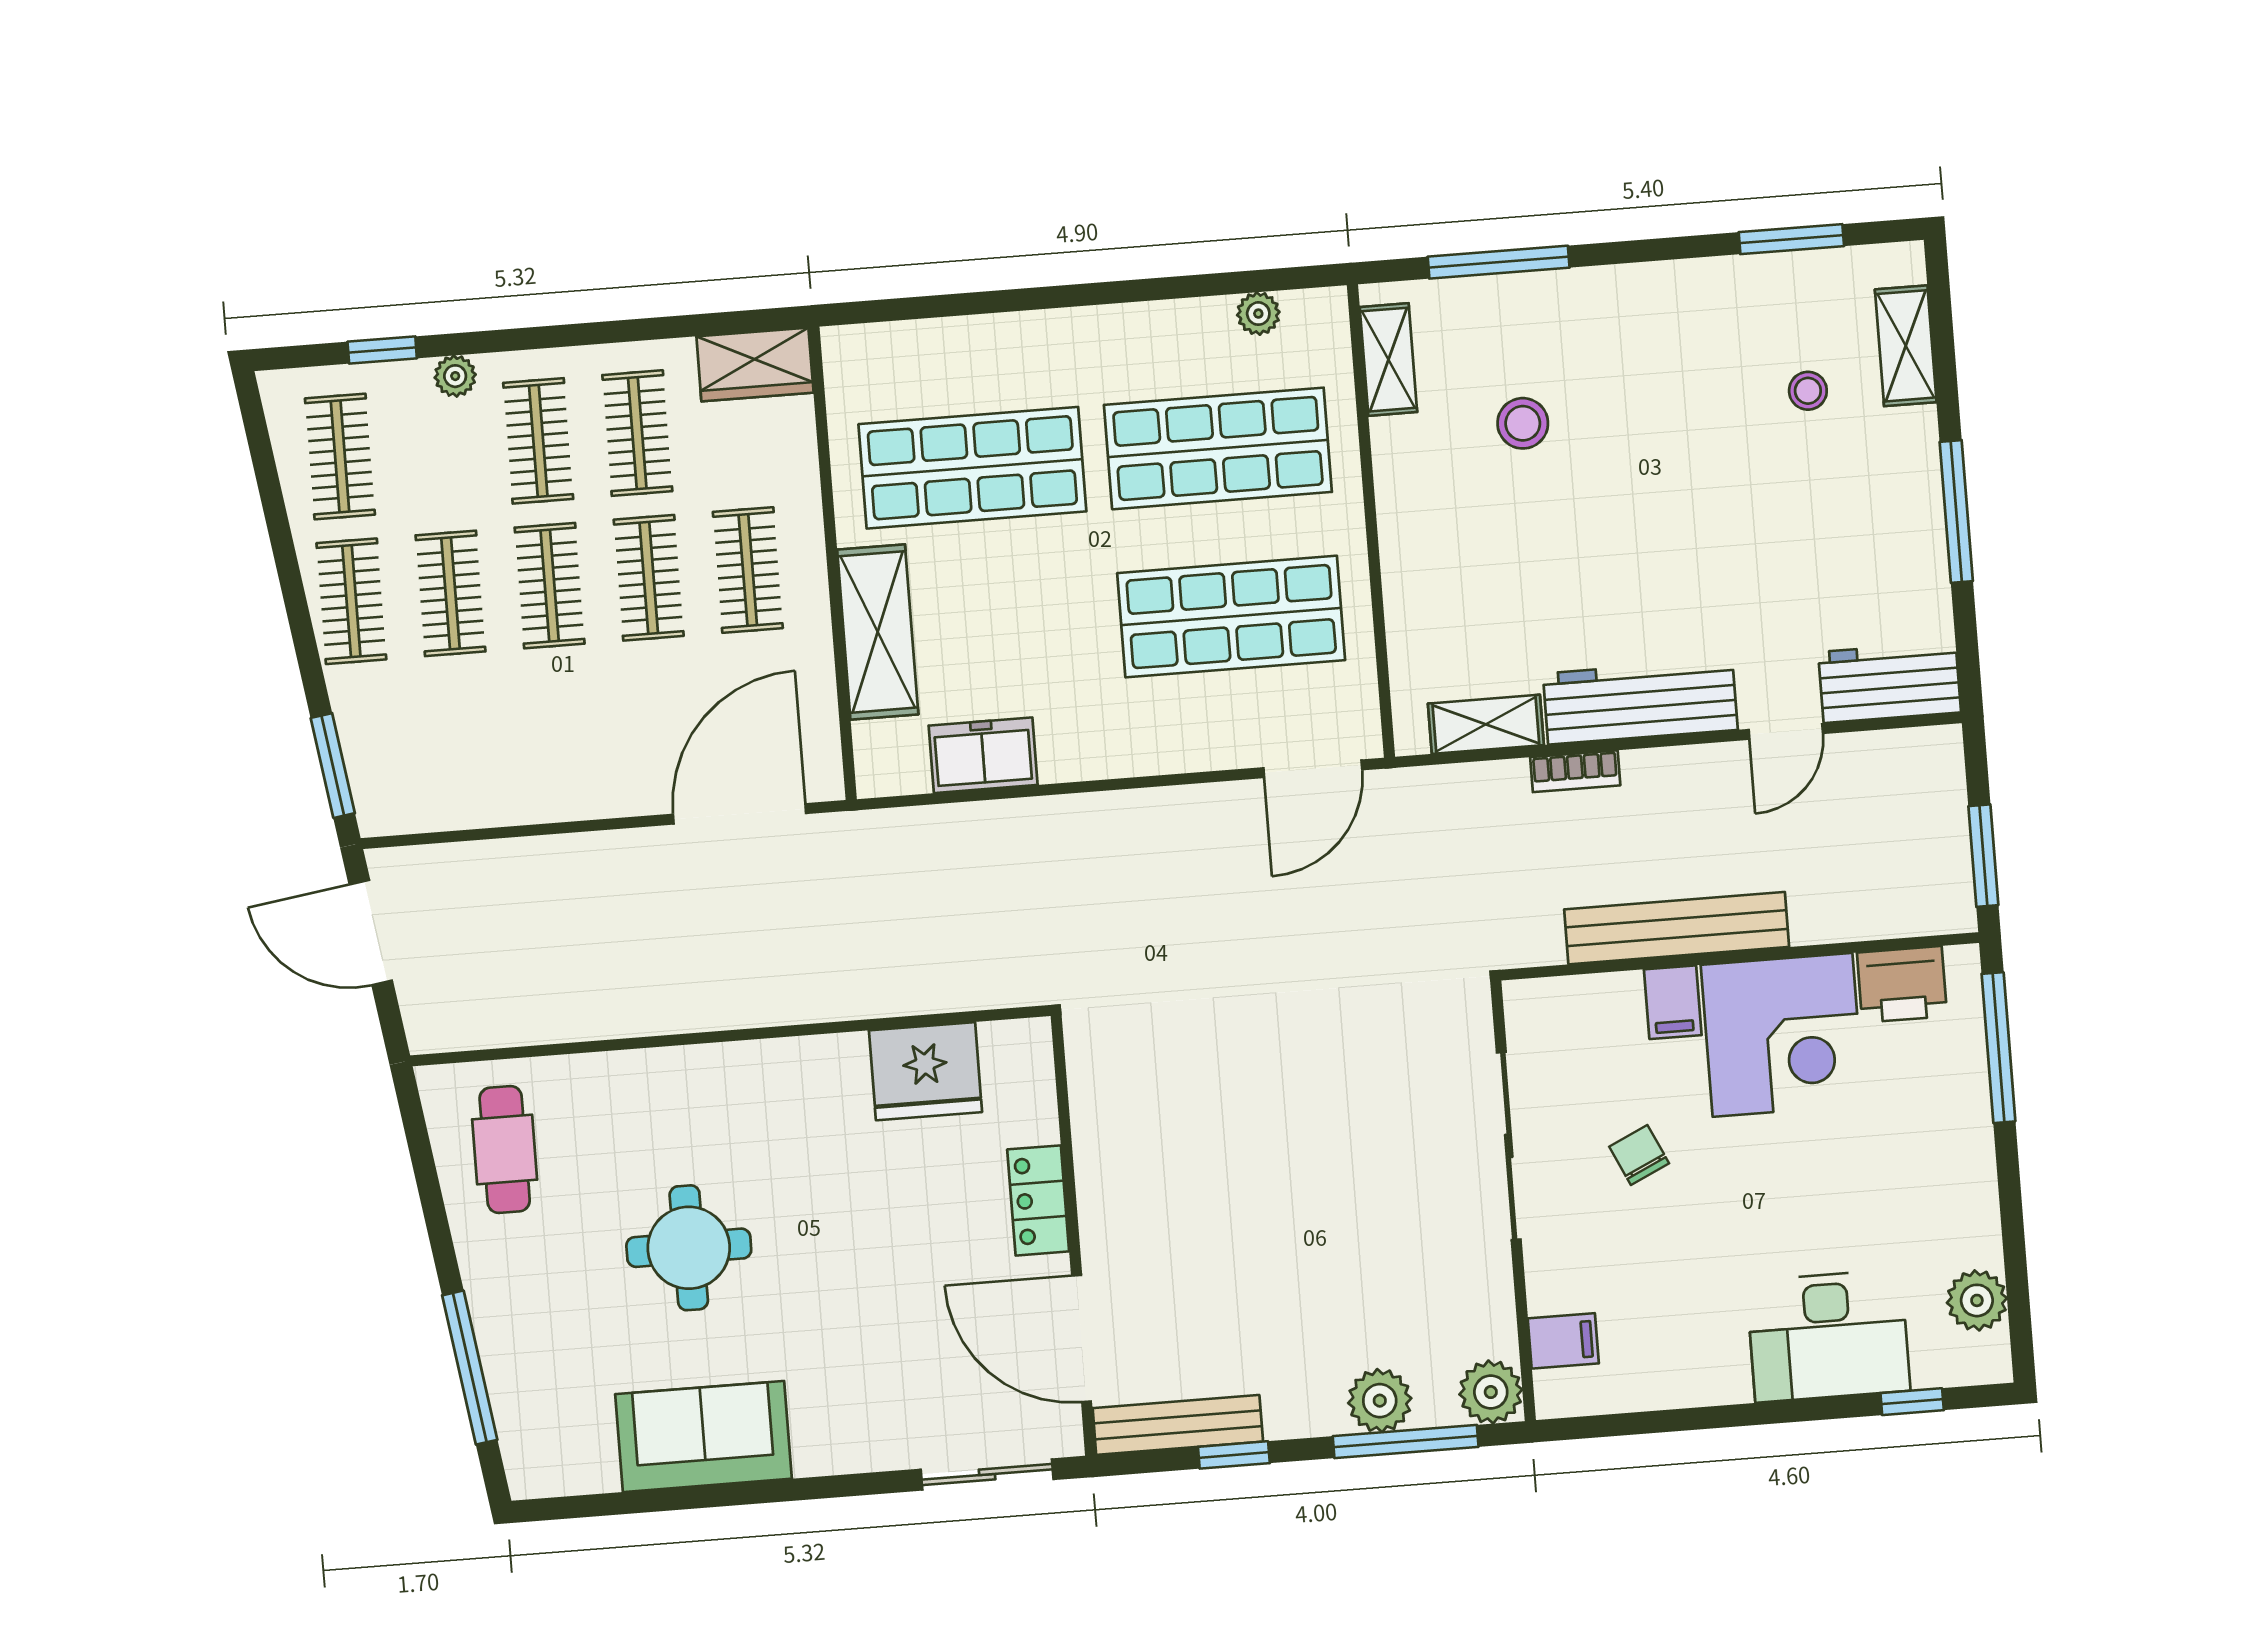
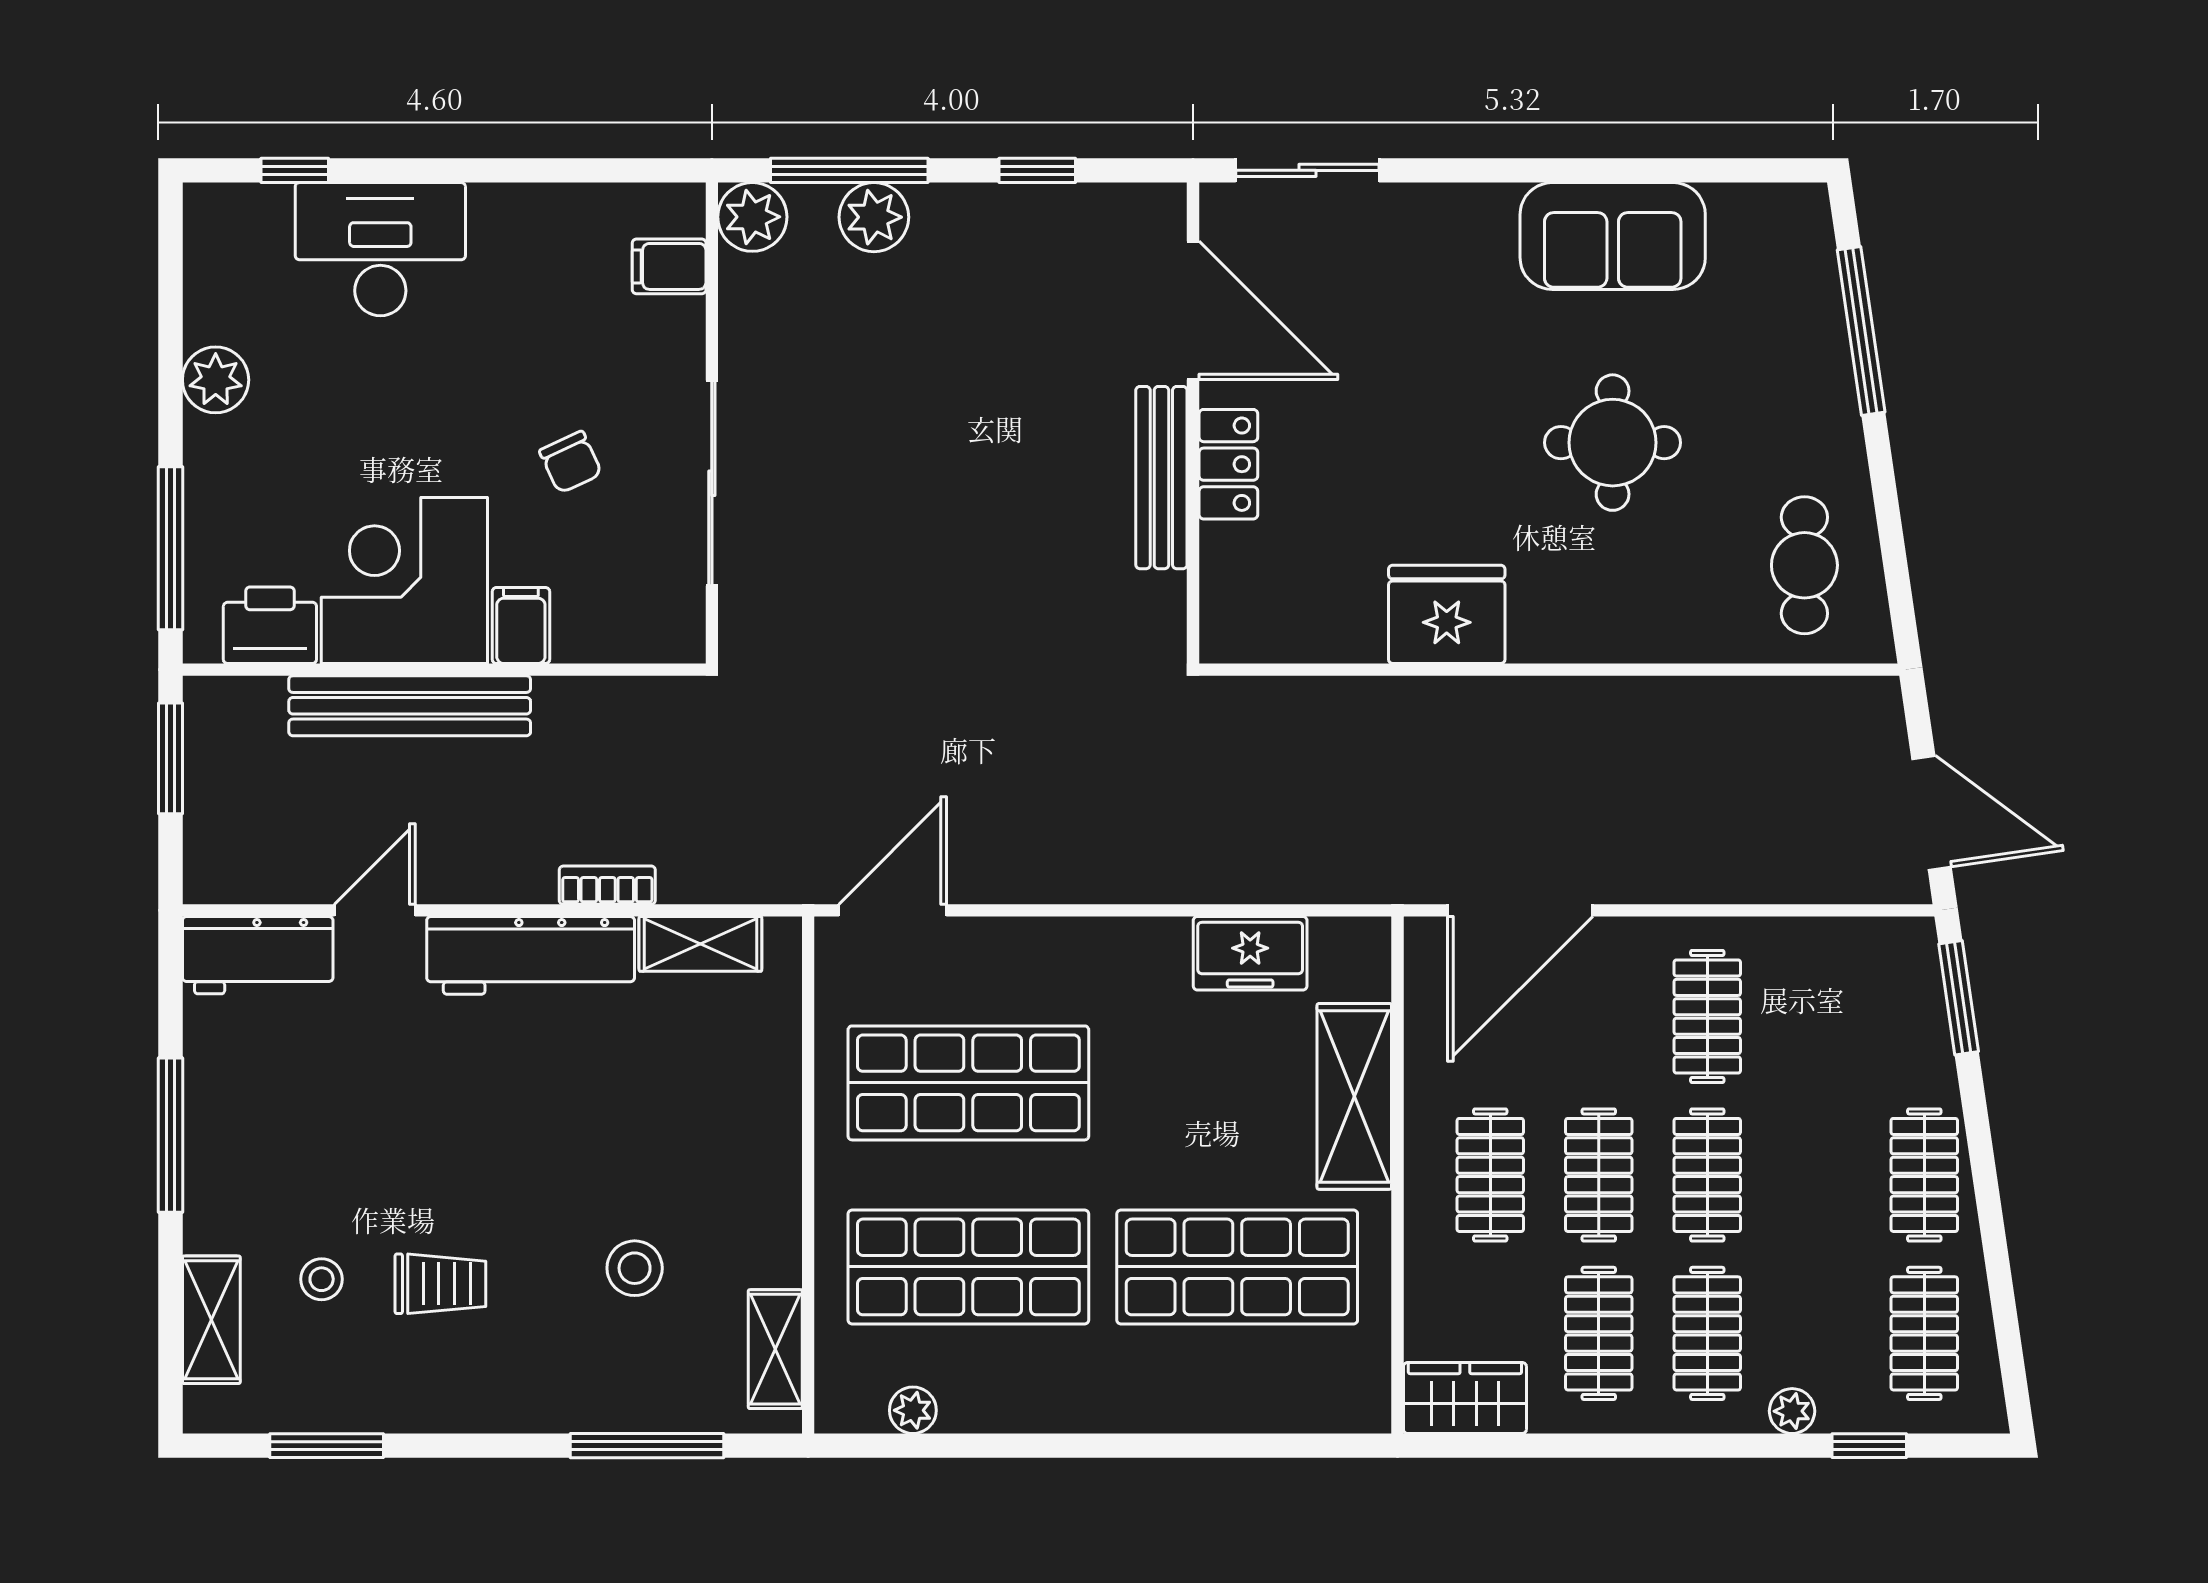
trolley: (1699, 395) -> (440, 1284), added
clothes rail: (450, 593) -> (1707, 1016), moved
bench: (1677, 928) -> (410, 706), moved
fridge: (925, 1071) -> (1447, 614), moved
plant: (1977, 1300) -> (216, 380), moved
bench: (1178, 1425) -> (1161, 478), moved, turned 90

